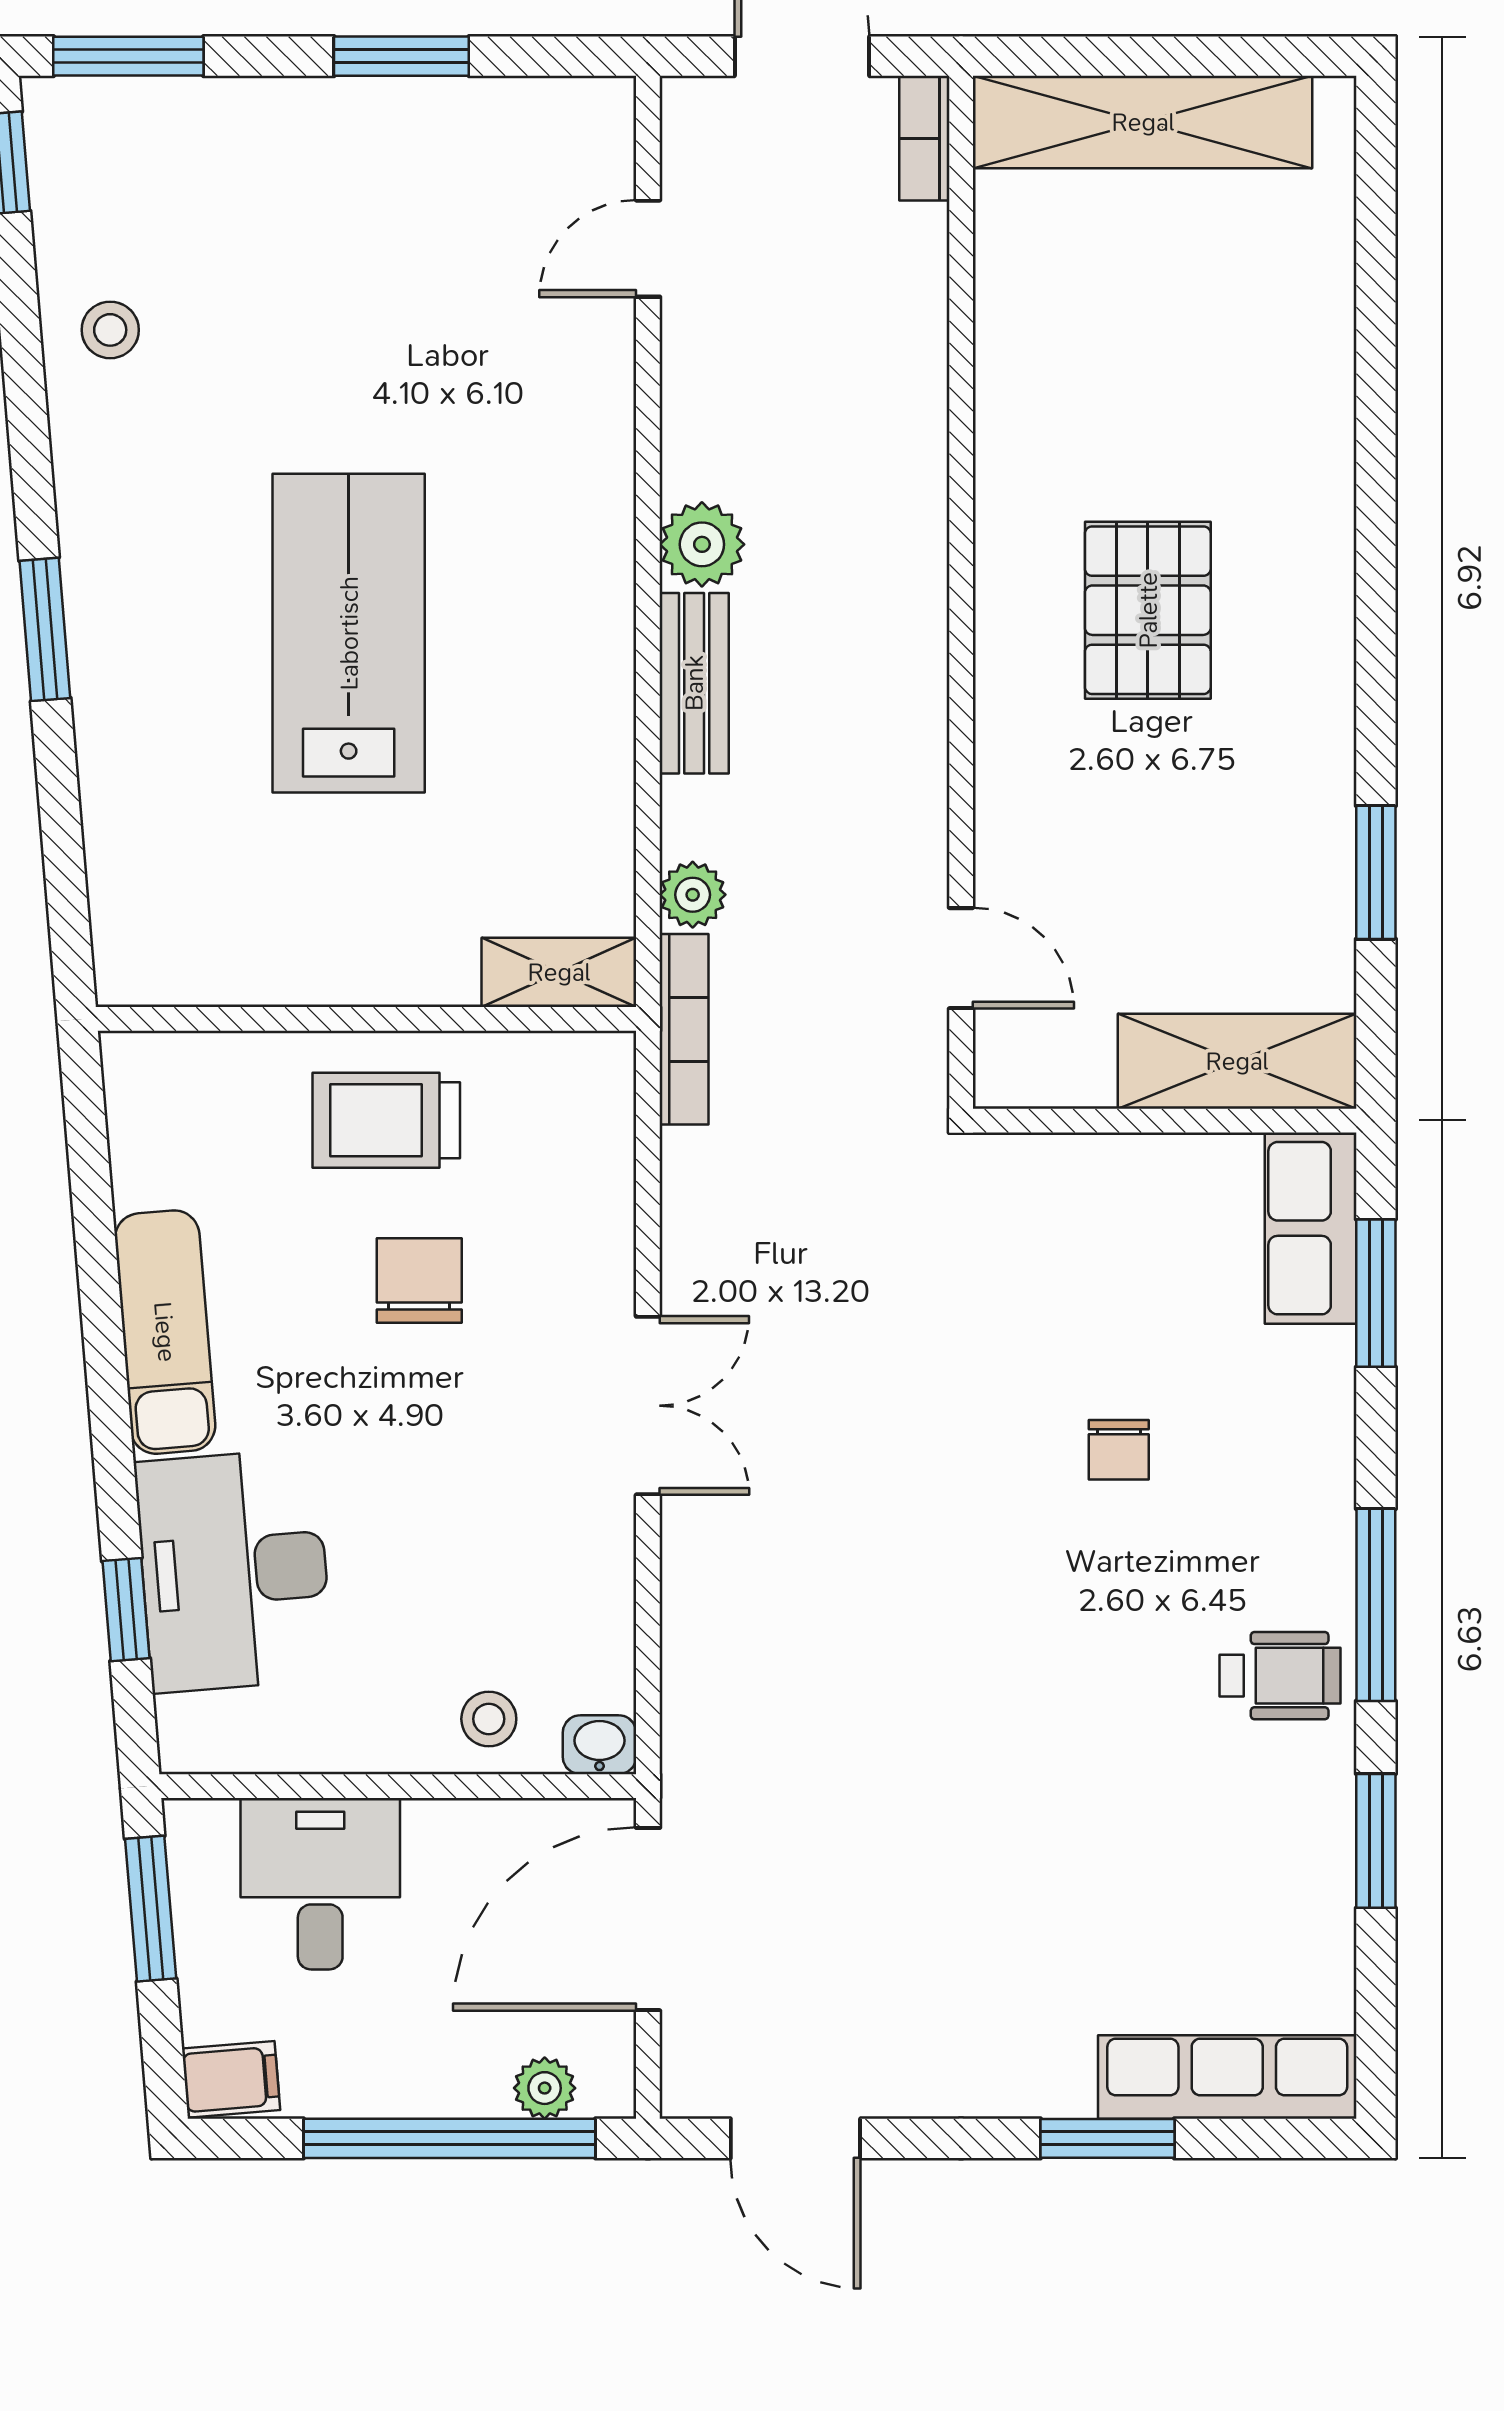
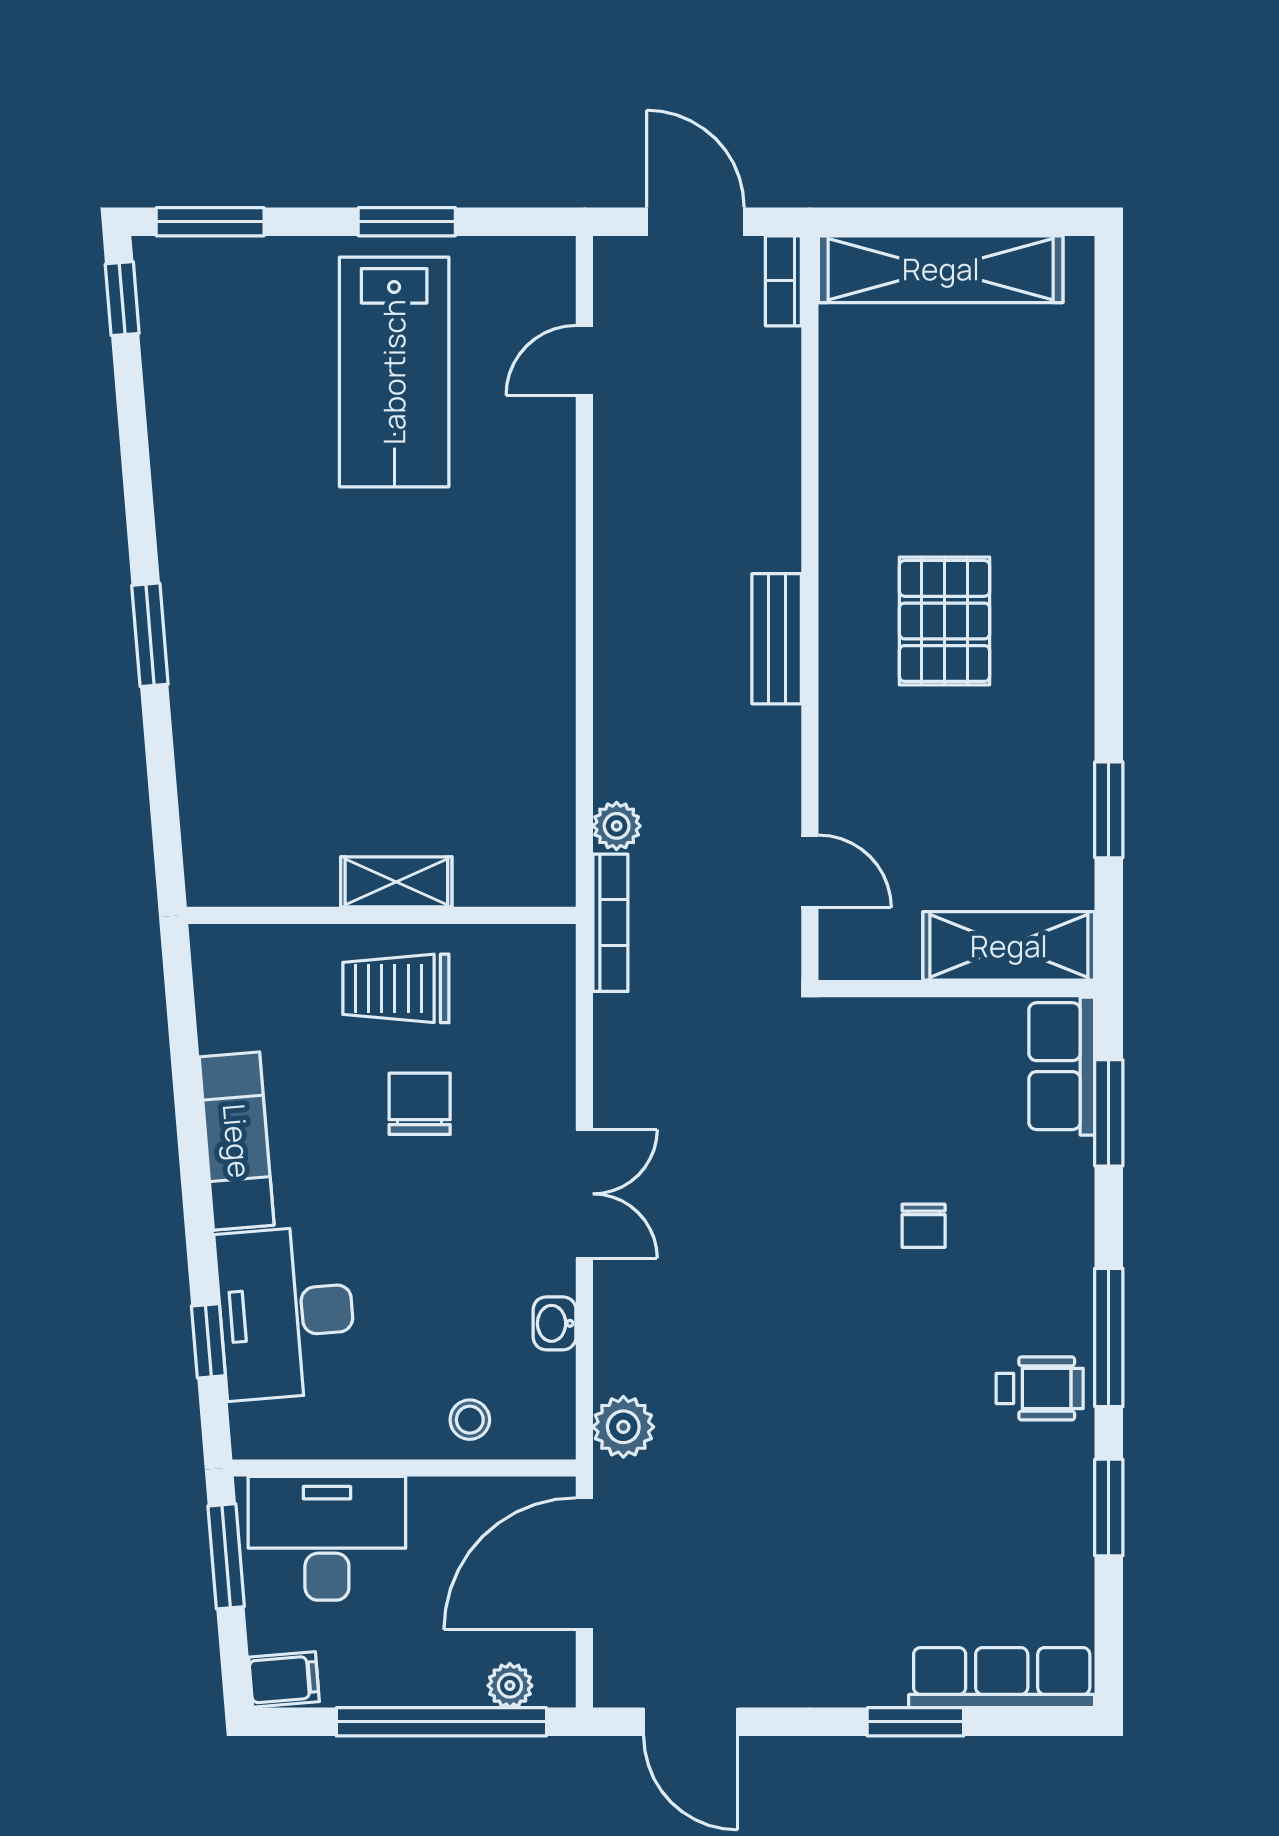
stool: (110, 330) -> (197, 419), removed
plant: (702, 544) -> (623, 1427), moved
lab bench: (349, 633) -> (394, 372), moved, turned 180
bench: (694, 683) -> (777, 639), moved
shelving: (559, 972) -> (396, 882), moved
washbasin: (599, 1745) -> (555, 1323), moved, turned -90
desk: (320, 1884) -> (327, 1538), width x1.37

